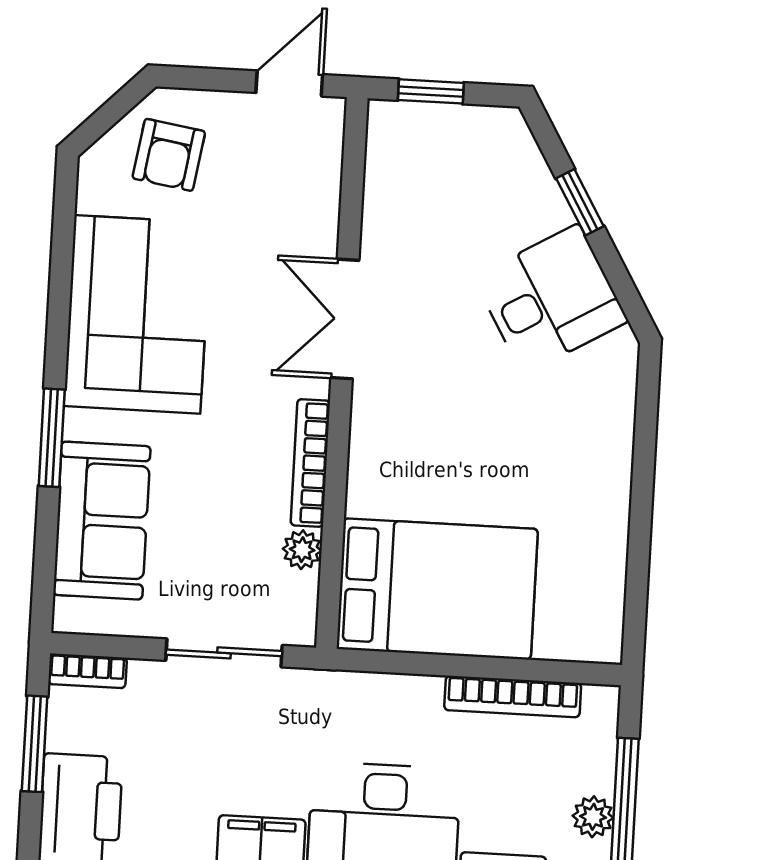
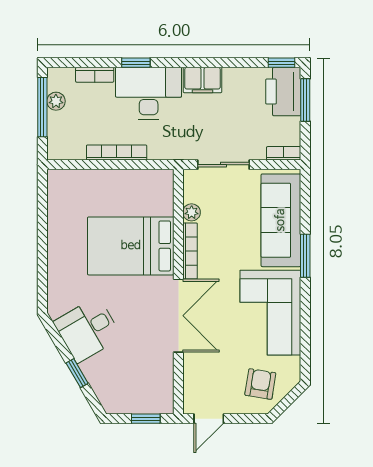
double door: (345, 319) -> (178, 316), width x1.37
sofa: (102, 521) -> (281, 220), width x1.36
bed: (437, 589) -> (131, 246), moved
bookcase: (513, 697) -> (117, 152), moved
window: (35, 744) -> (305, 100), moved

